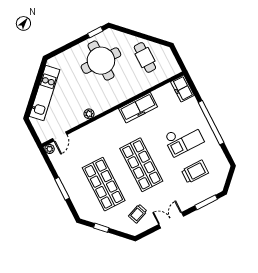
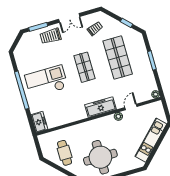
freezer: (138, 108) -> (101, 107), moved
door: (60, 137) -> (131, 107), moved
checkout: (184, 139) -> (46, 81), width x1.36, depth x1.21
shop shelf: (141, 165) -> (84, 67), width x0.70, depth x0.74
trolley: (195, 172) -> (51, 36), moved

